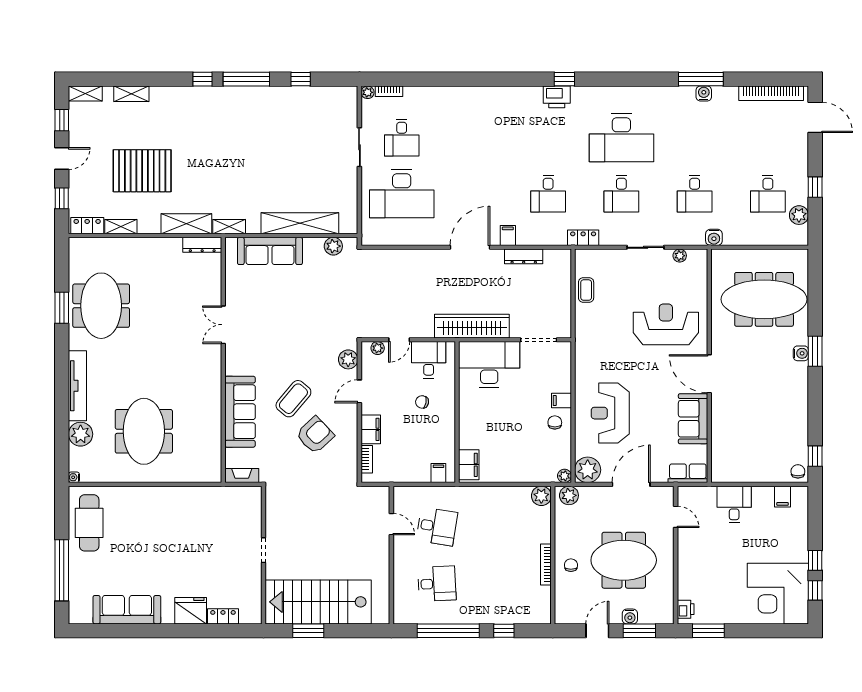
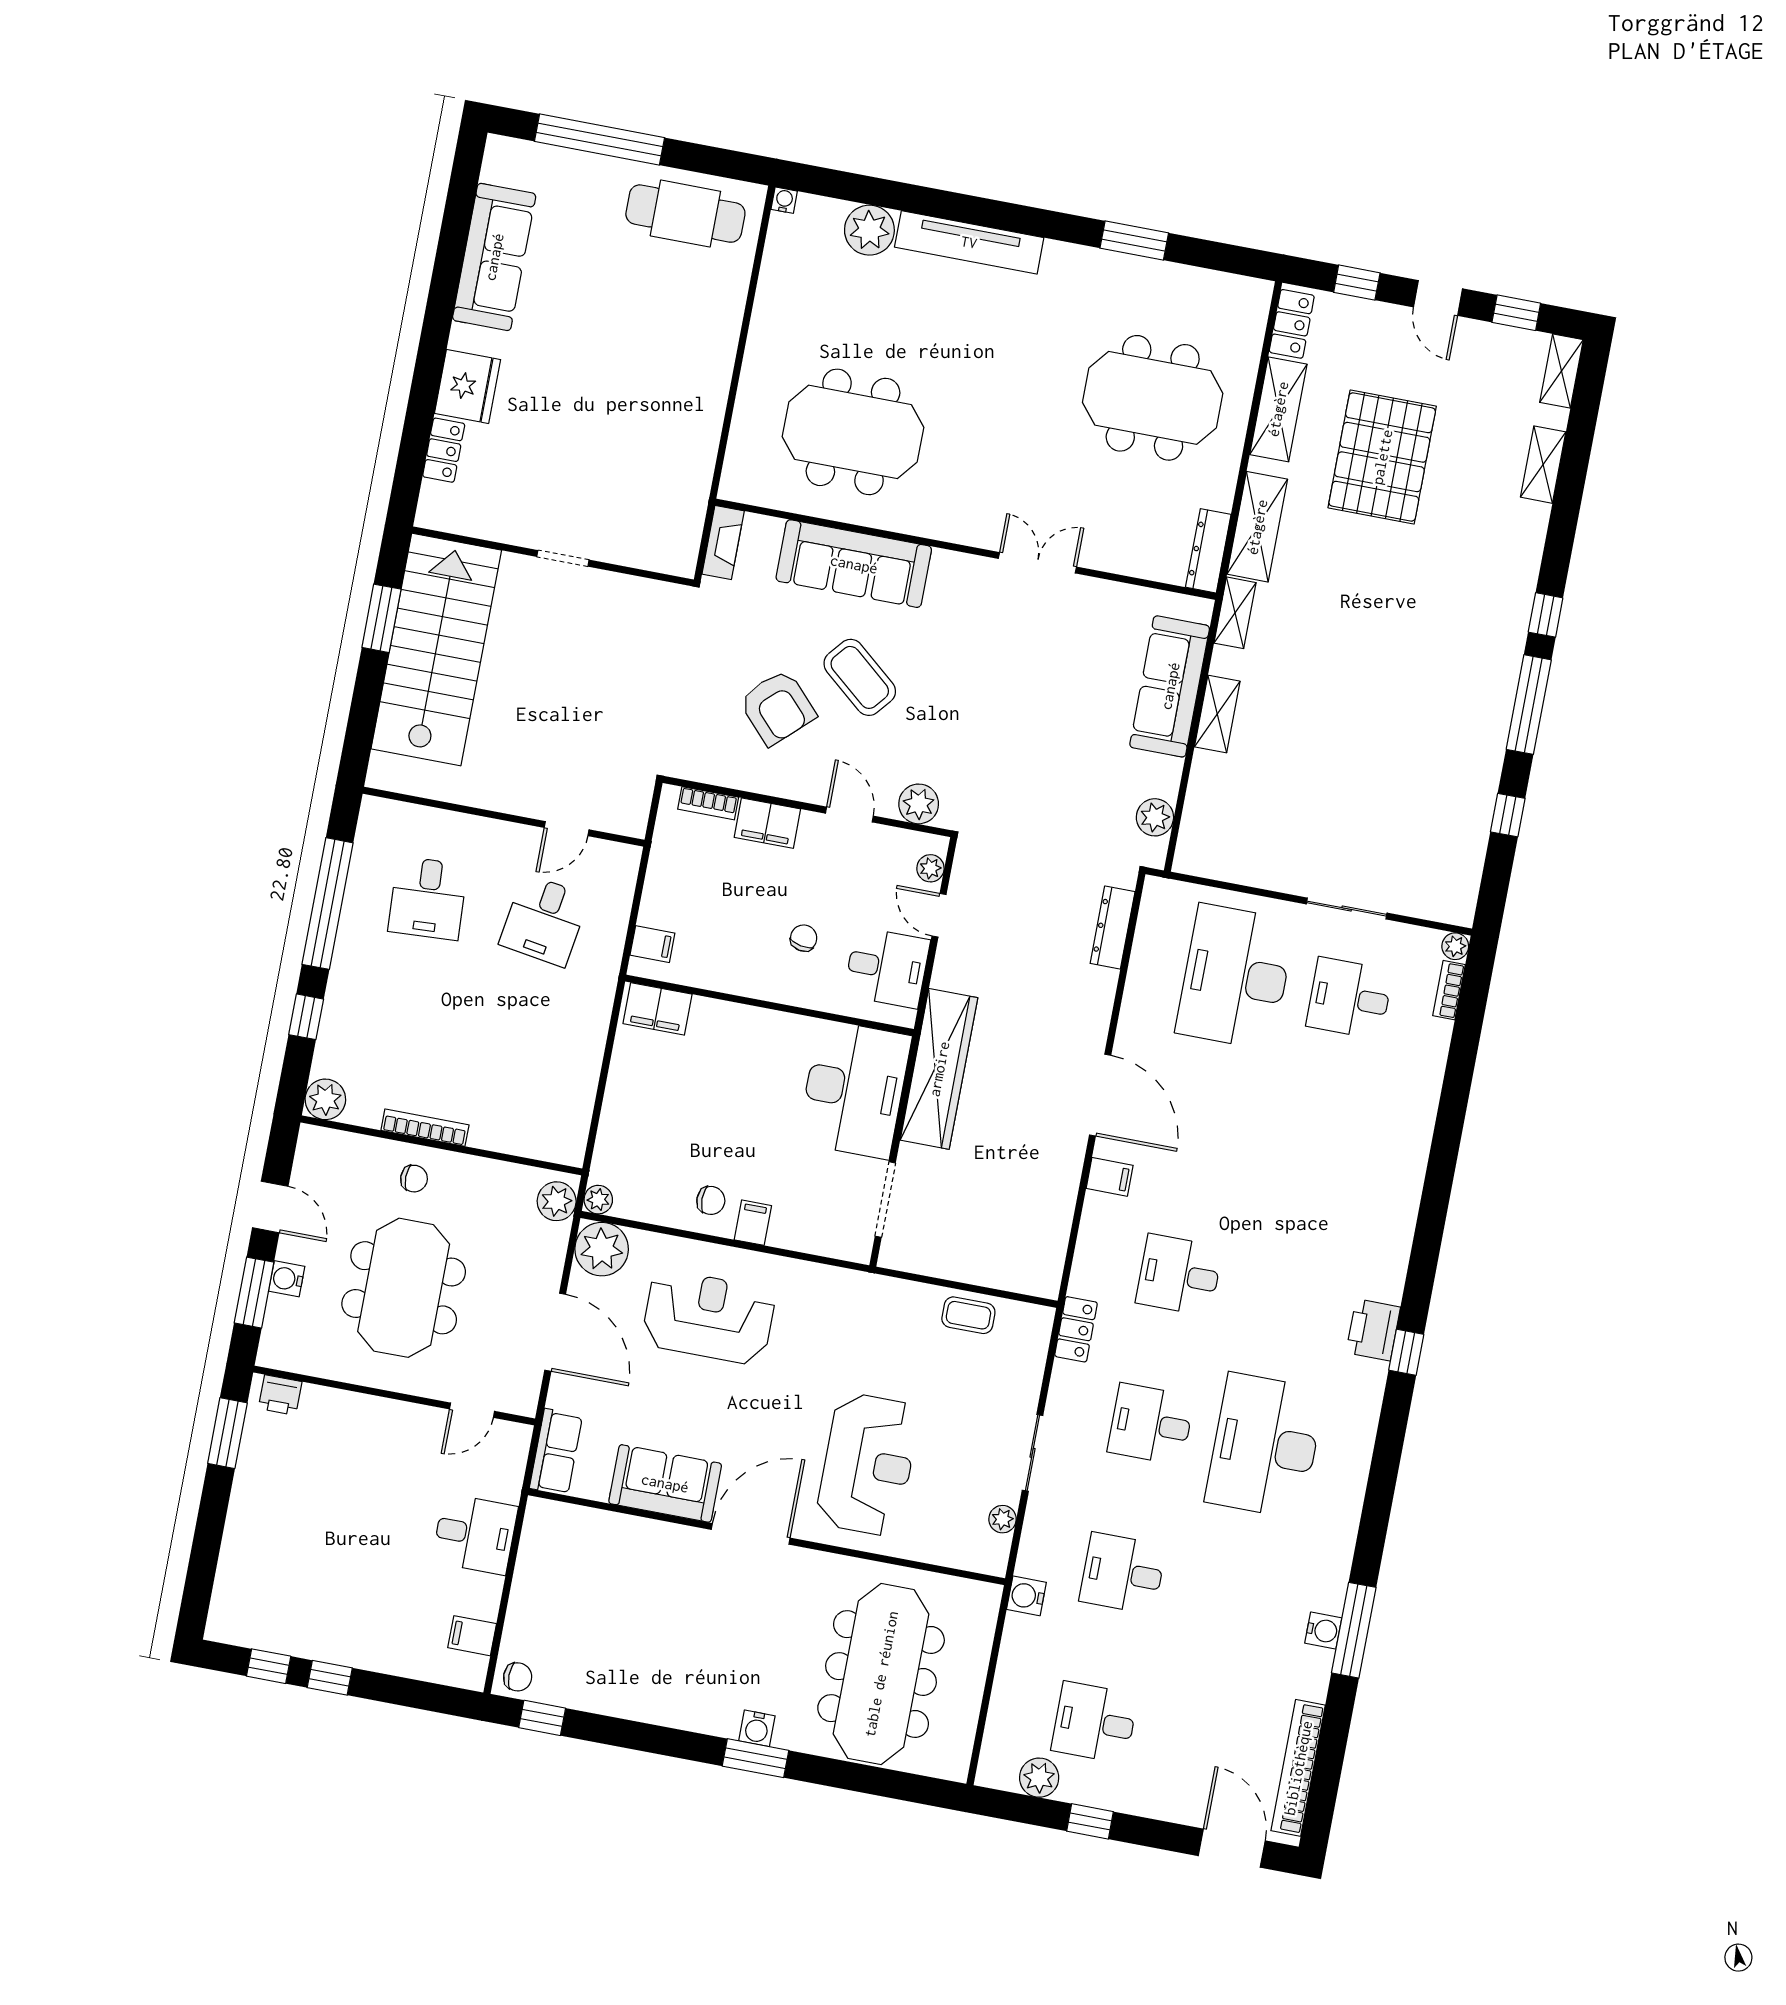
door: (815, 117) -> (1232, 1848), swing flipped
shelving: (300, 223) -> (1217, 714), width x0.45, depth x0.75
shelving: (121, 227) -> (1278, 409), width x1.50, depth x1.33
dresser: (524, 256) -> (1113, 928), moved
meeting table: (101, 306) -> (1153, 398), moved
meeting table: (144, 431) -> (853, 432), moved
plant: (541, 496) -> (325, 1099), moved
corner desk: (778, 594) -> (276, 1589), removed

